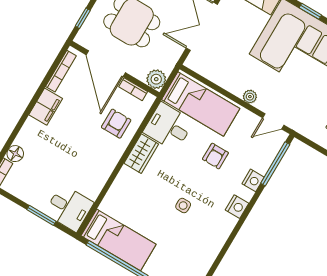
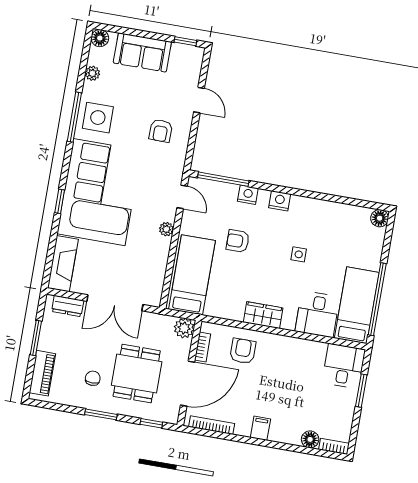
filing cabinet: (46, 107) -> (260, 428), width x0.50
armchair: (116, 124) -> (243, 351), turned 90
desk: (168, 127) -> (317, 314), moved
armchair: (215, 156) -> (238, 241), turned 180

